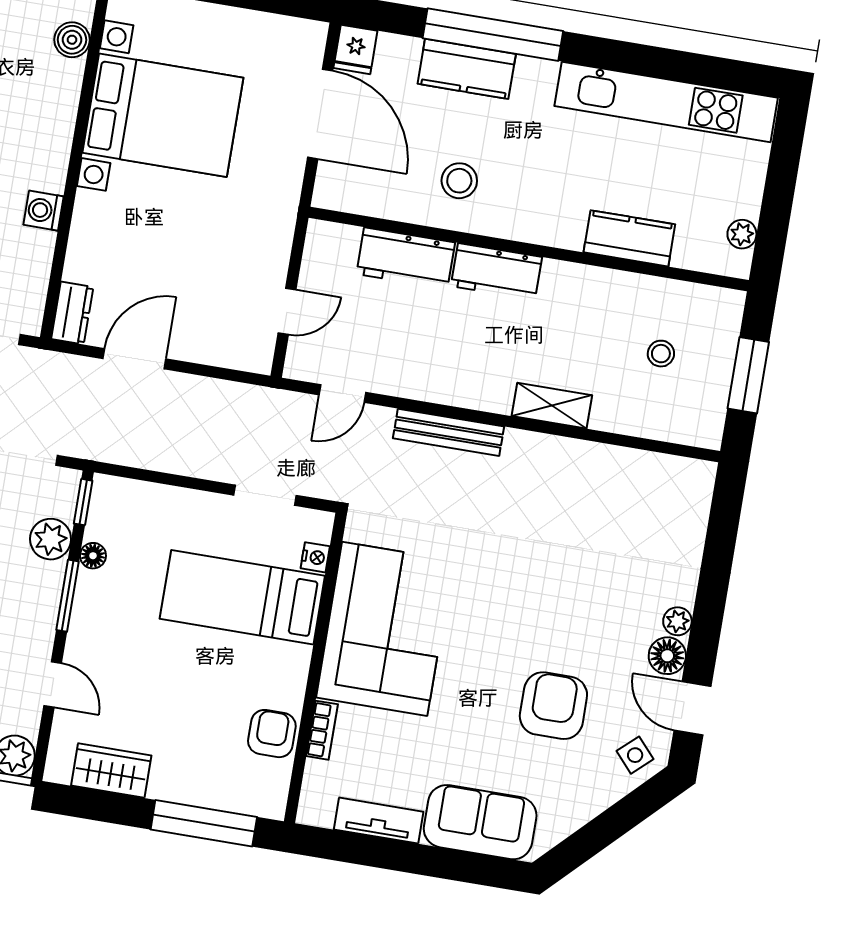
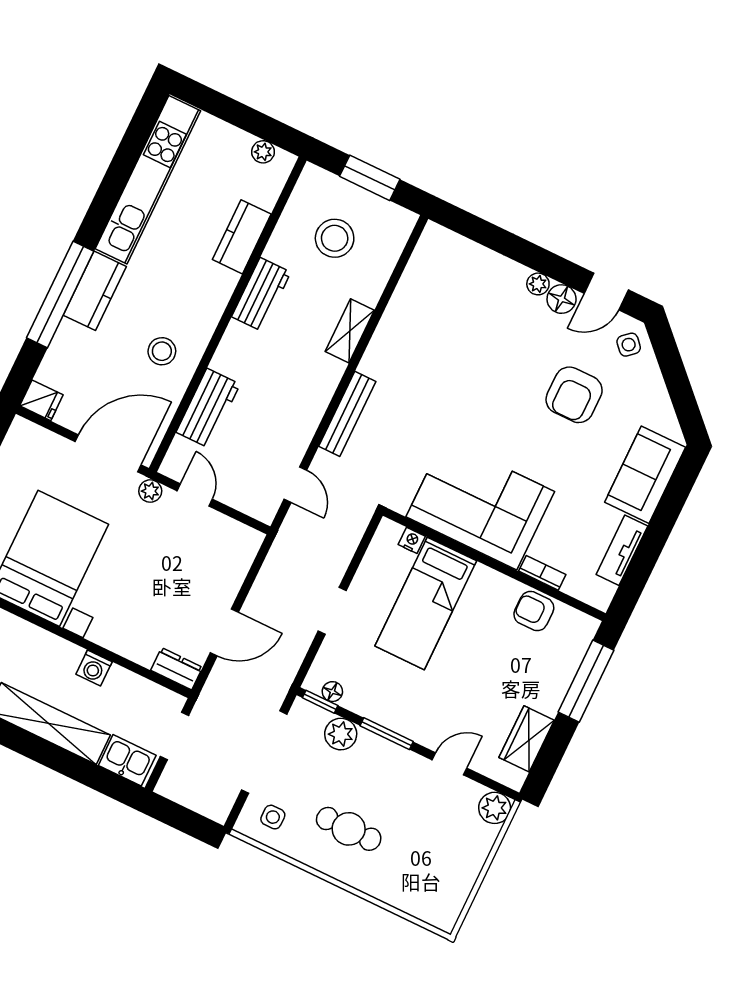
kitchen counter: (467, 69) -> (95, 291), moved
door: (320, 114) -> (108, 453), moved
plant: (282, 217) -> (150, 491), added
workbench: (496, 272) -> (261, 294), moved
door: (287, 311) -> (195, 495), moved
stool: (661, 354) -> (335, 238), width x1.89, depth x1.89
door: (134, 359) -> (224, 632), swing flipped
doorway: (265, 495) -> (332, 611), moved
floor lamp: (93, 556) -> (332, 692), moved
armchair: (553, 706) -> (574, 395), turned -90

